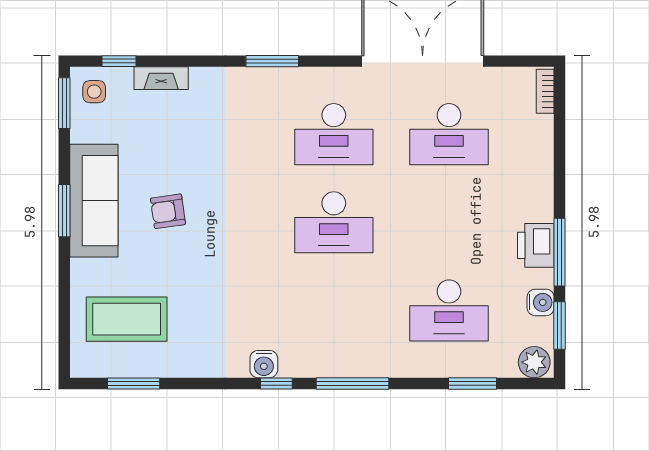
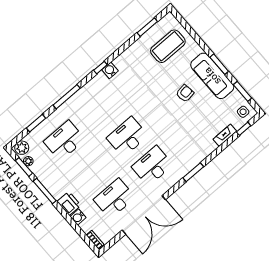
window: (64, 103) -> (243, 91), moved
printer: (536, 245) -> (69, 203), moved
water cooler: (541, 302) -> (78, 217), moved
plant: (543, 329) -> (28, 161), added
window: (352, 383) -> (67, 97), moved

